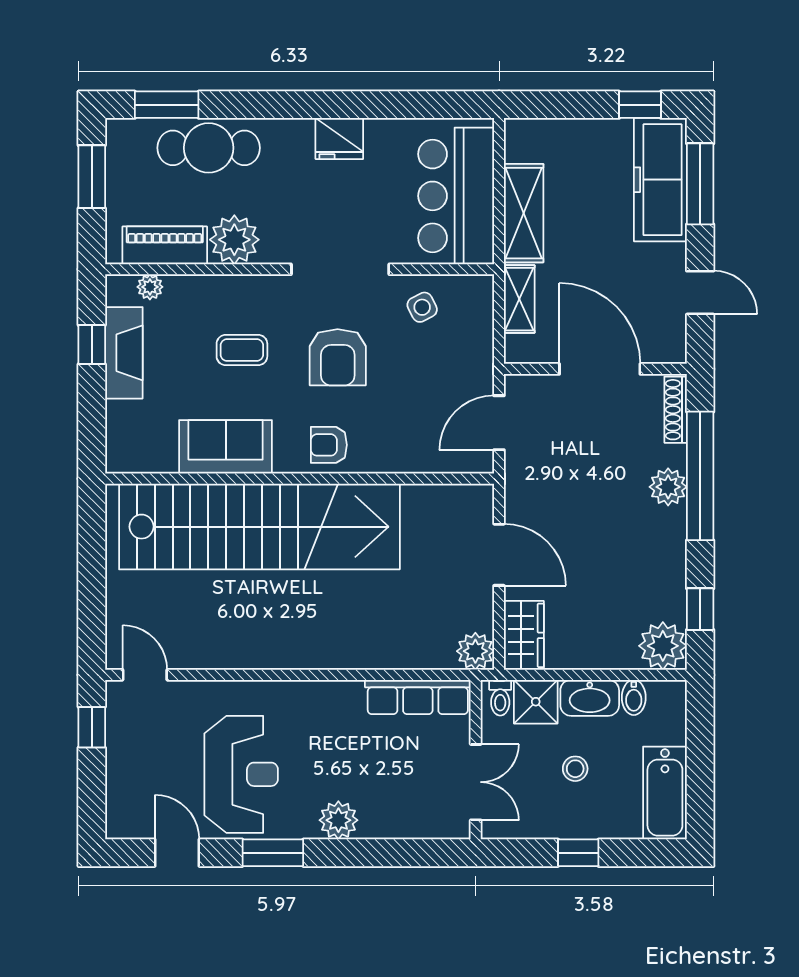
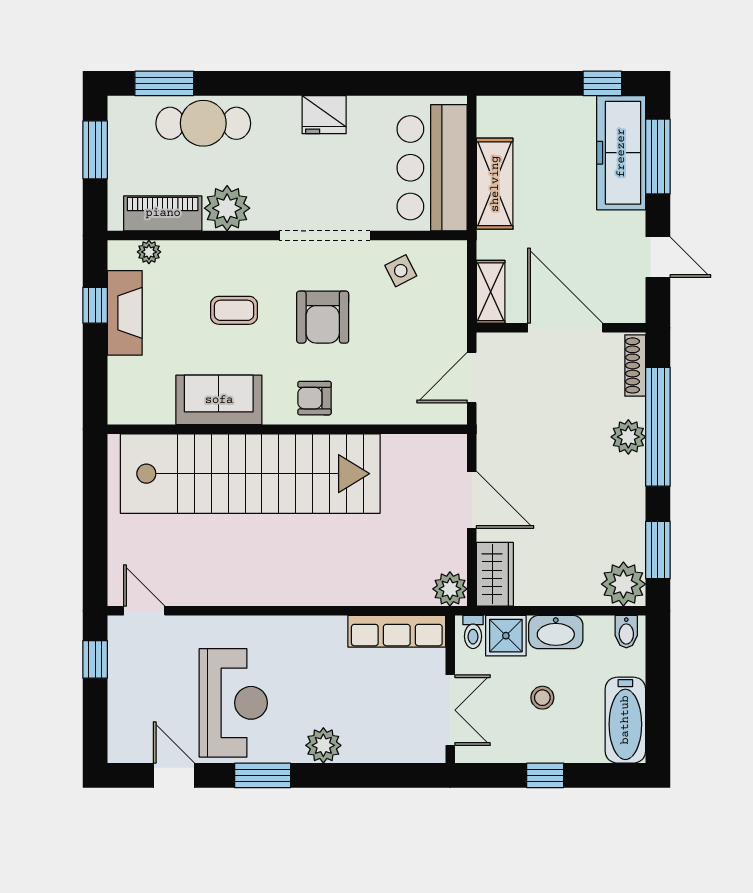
shelving: (519, 299) -> (491, 292), moved
window: (700, 609) -> (658, 550), width x1.50
bidet: (634, 697) -> (626, 632), moved

